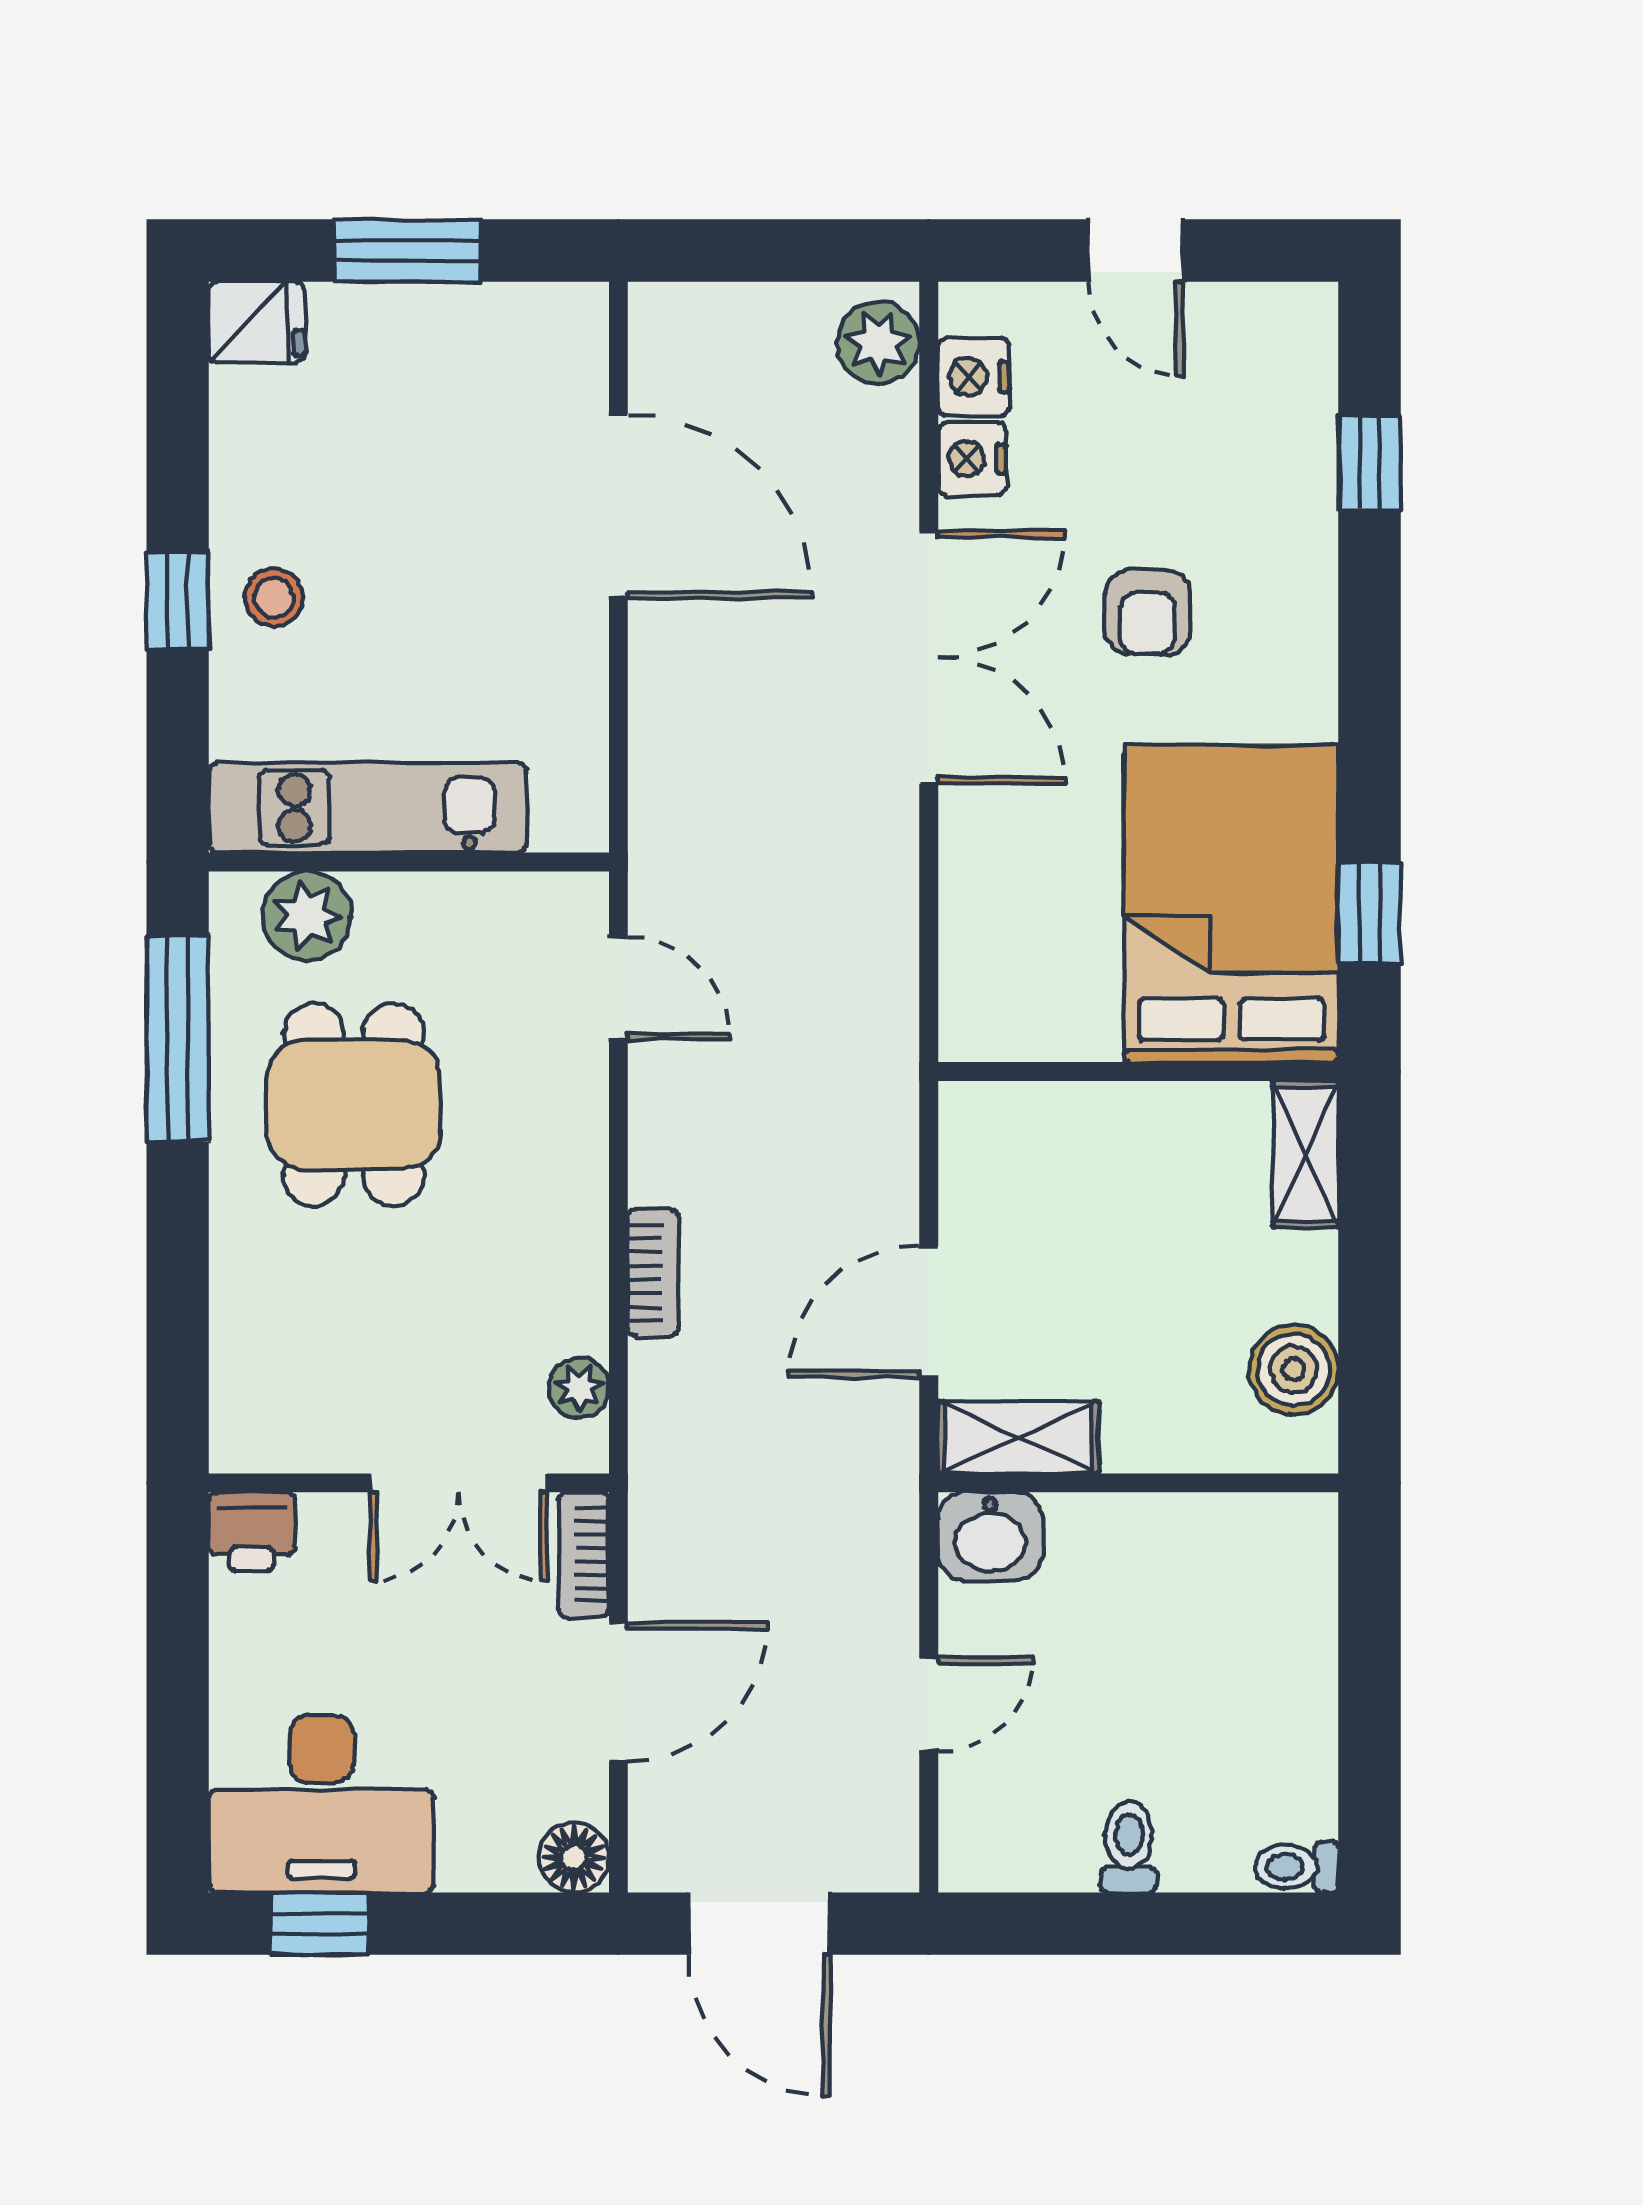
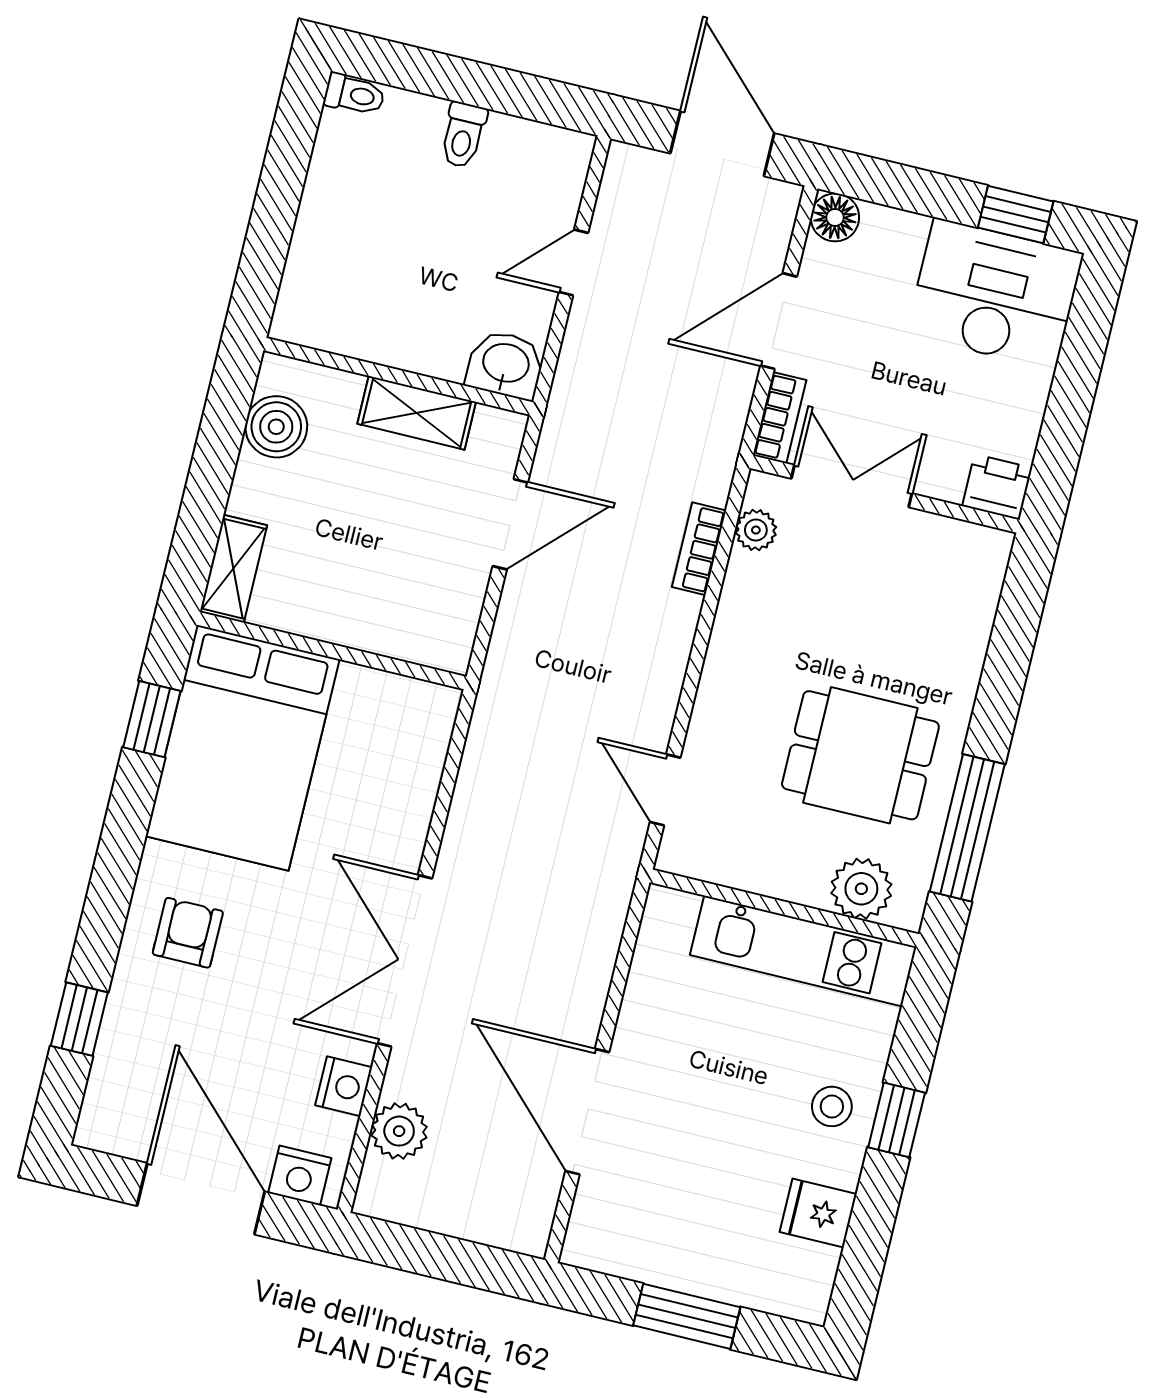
door: (1136, 250) -> (201, 1199), width x1.88
fridge: (257, 322) -> (818, 1213), moved
plant: (878, 343) -> (399, 1131), moved
nightstand: (974, 377) -> (300, 1176), moved, turned 90
armchair: (1148, 612) -> (188, 933), moved
dining table: (354, 1105) -> (860, 755), turned 90
bookcase: (653, 1273) -> (699, 549), moved
shelving: (1018, 1437) -> (417, 413), moved

